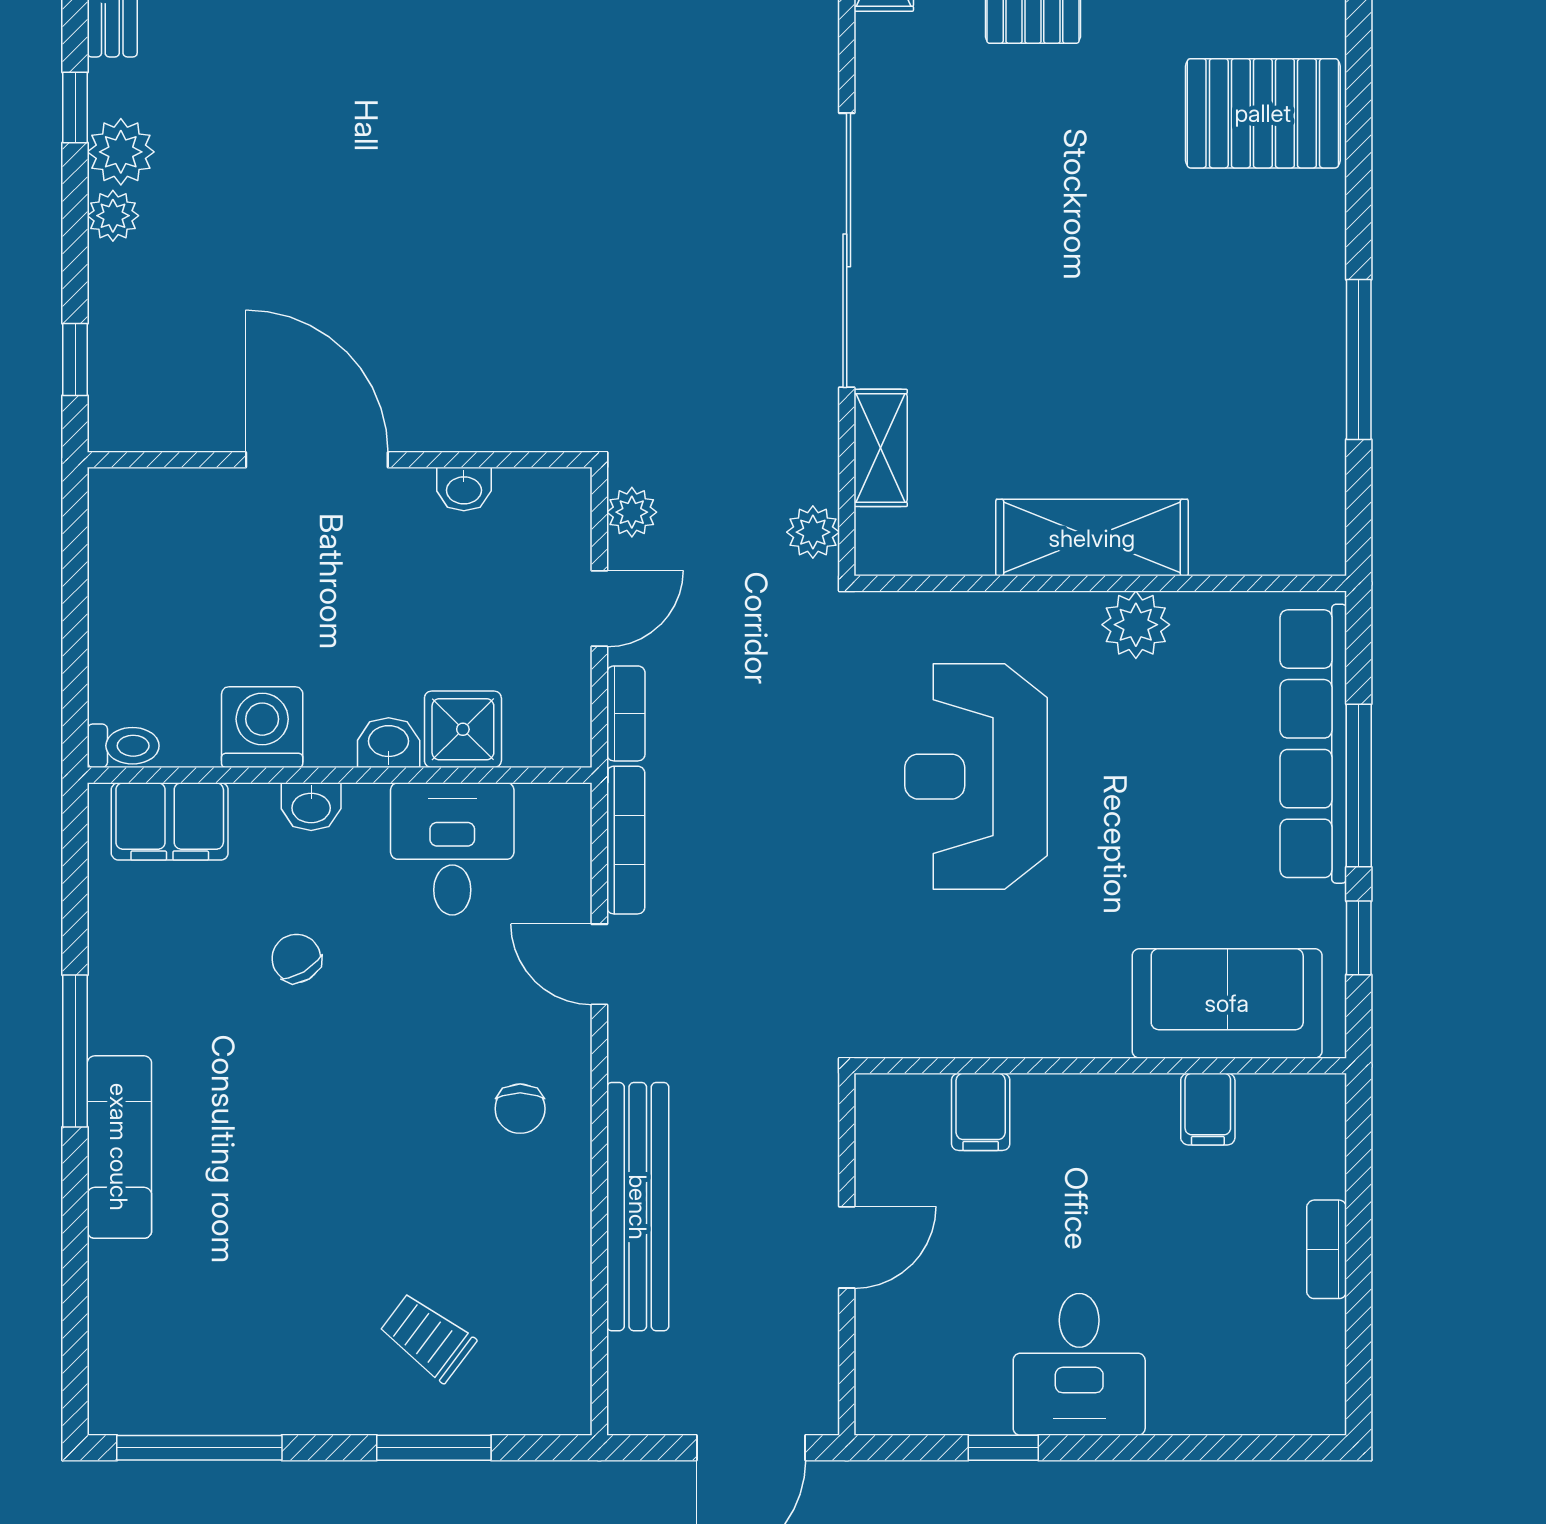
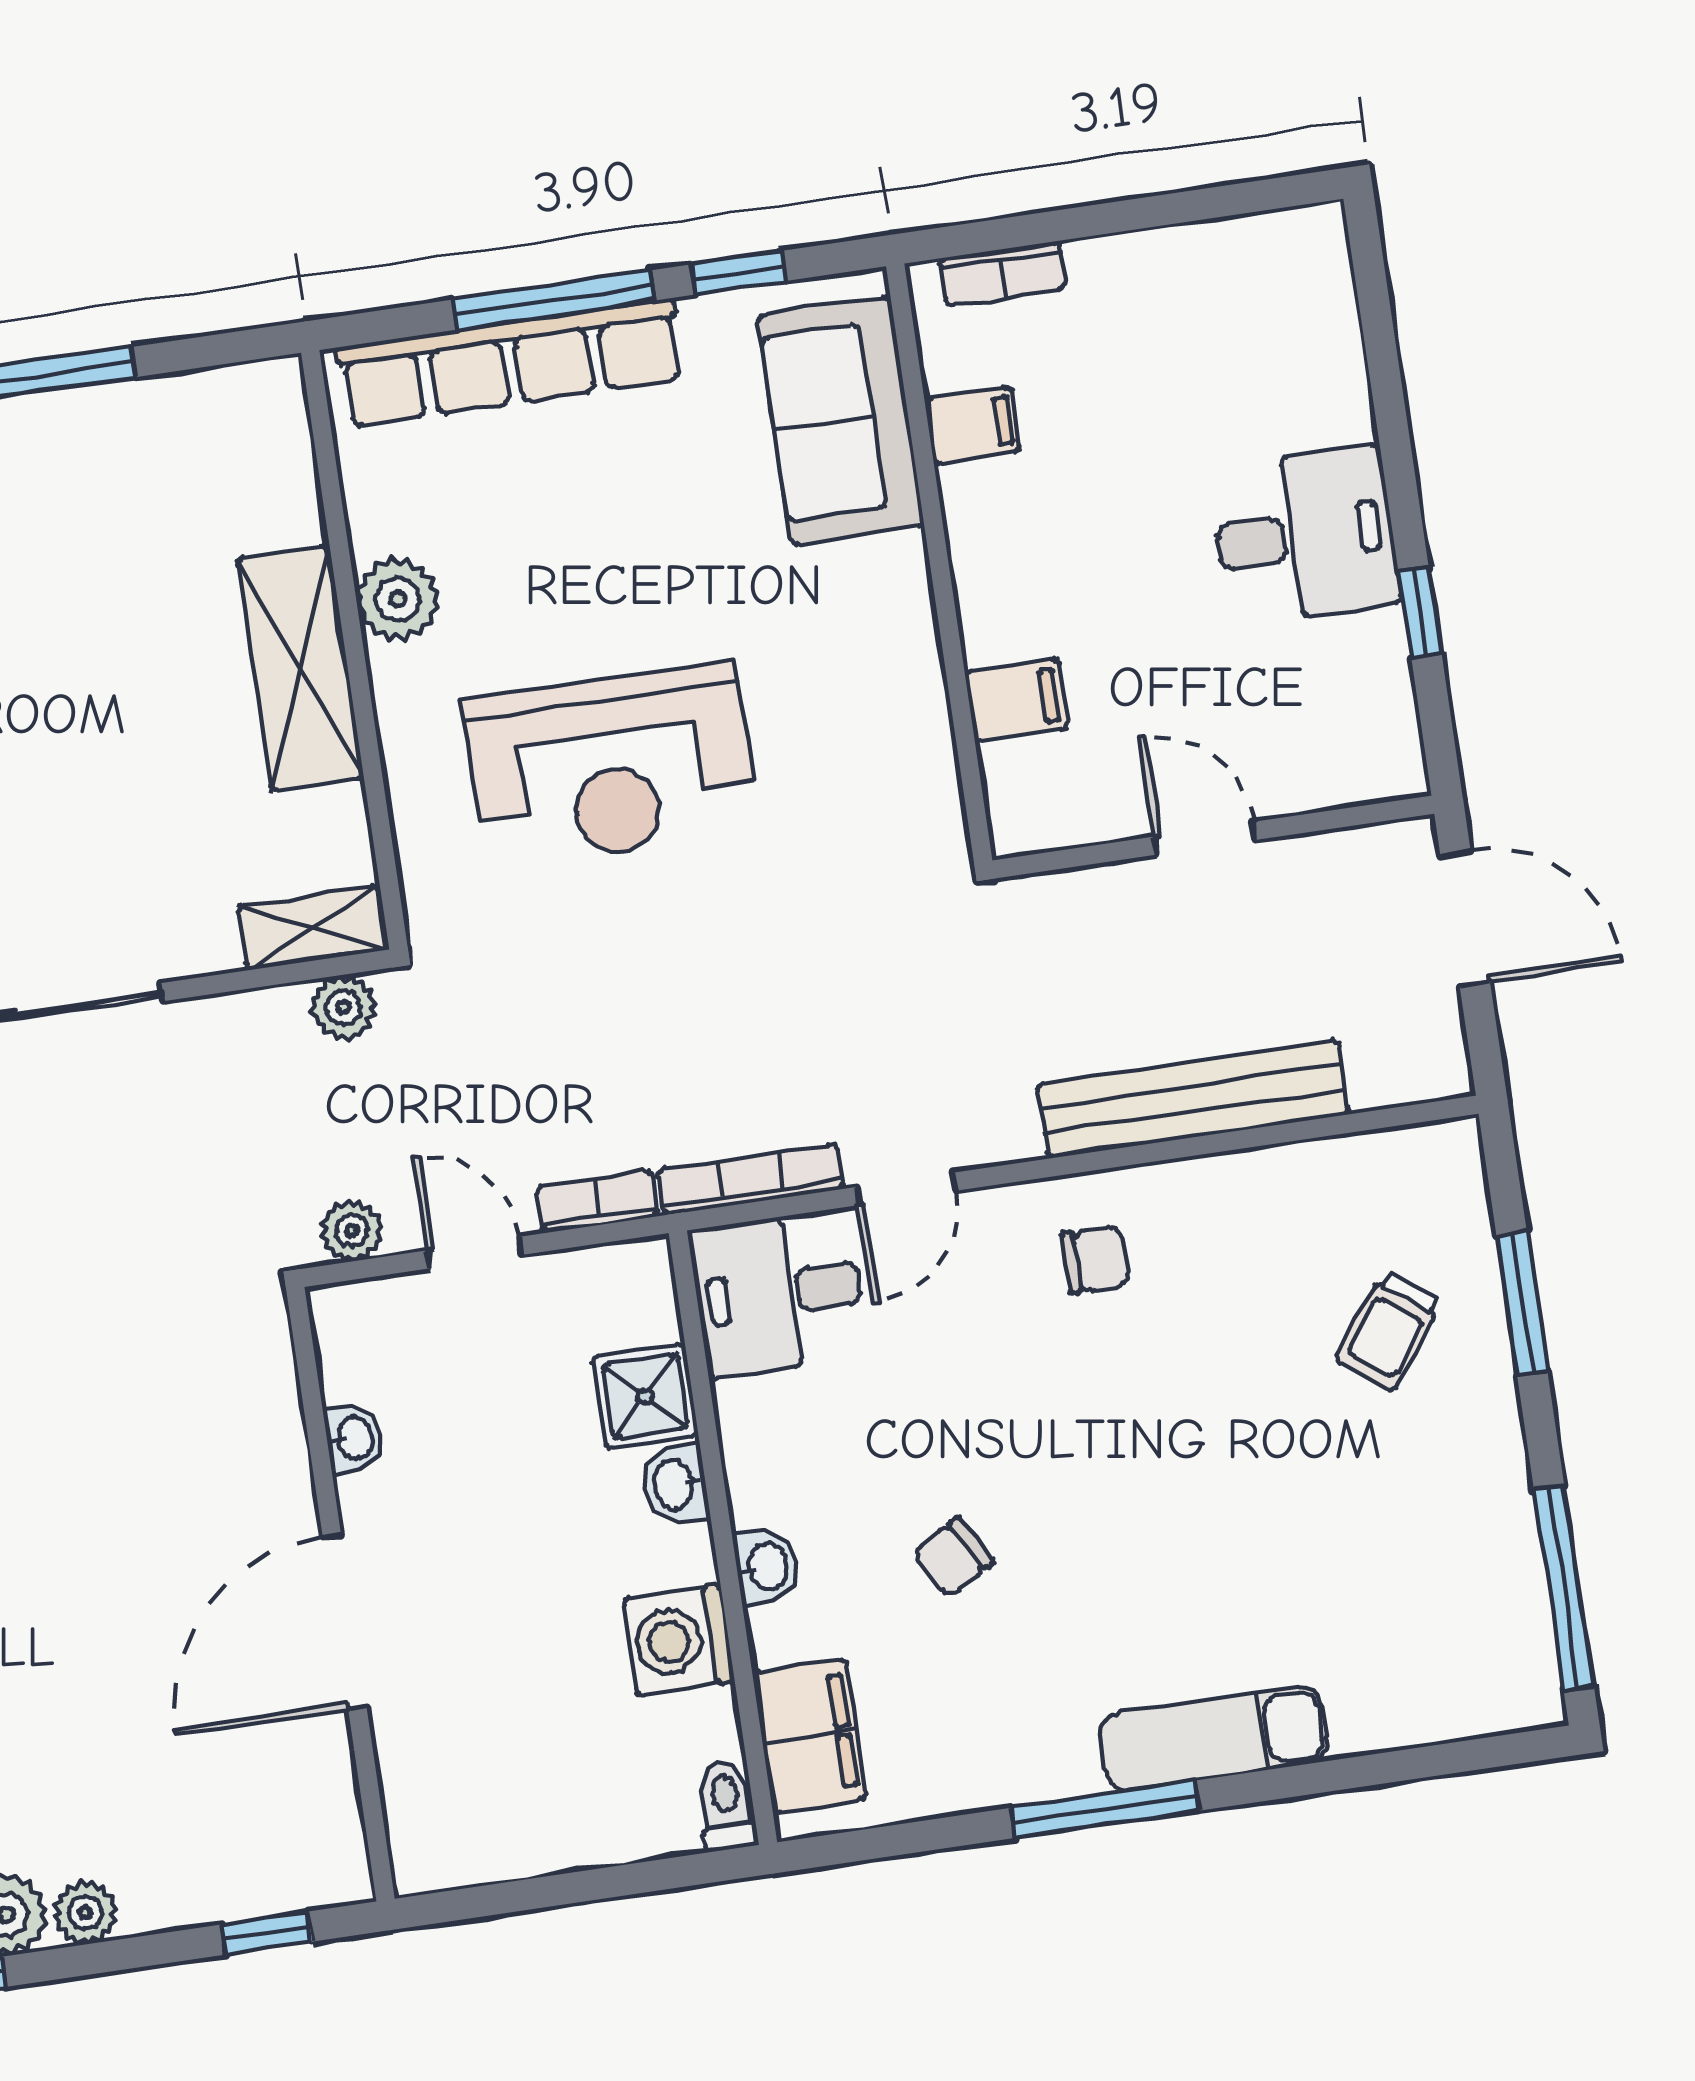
shelving: (881, 448) -> (313, 928), moved
desk: (452, 849) -> (778, 1293), moved
bookcase: (1327, 1249) -> (1003, 273), moved

